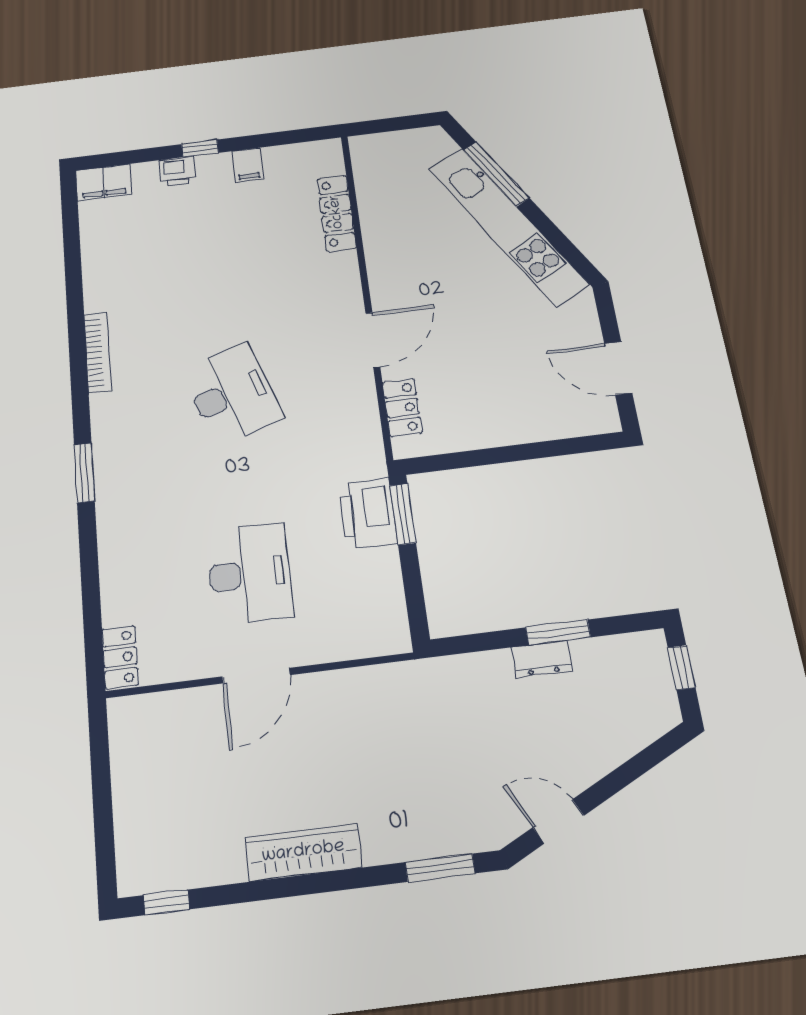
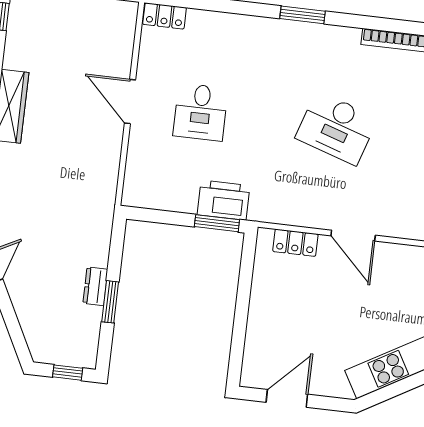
desk: (232, 394) -> (337, 128), turned 36
desk: (250, 574) -> (200, 112), width x0.73

